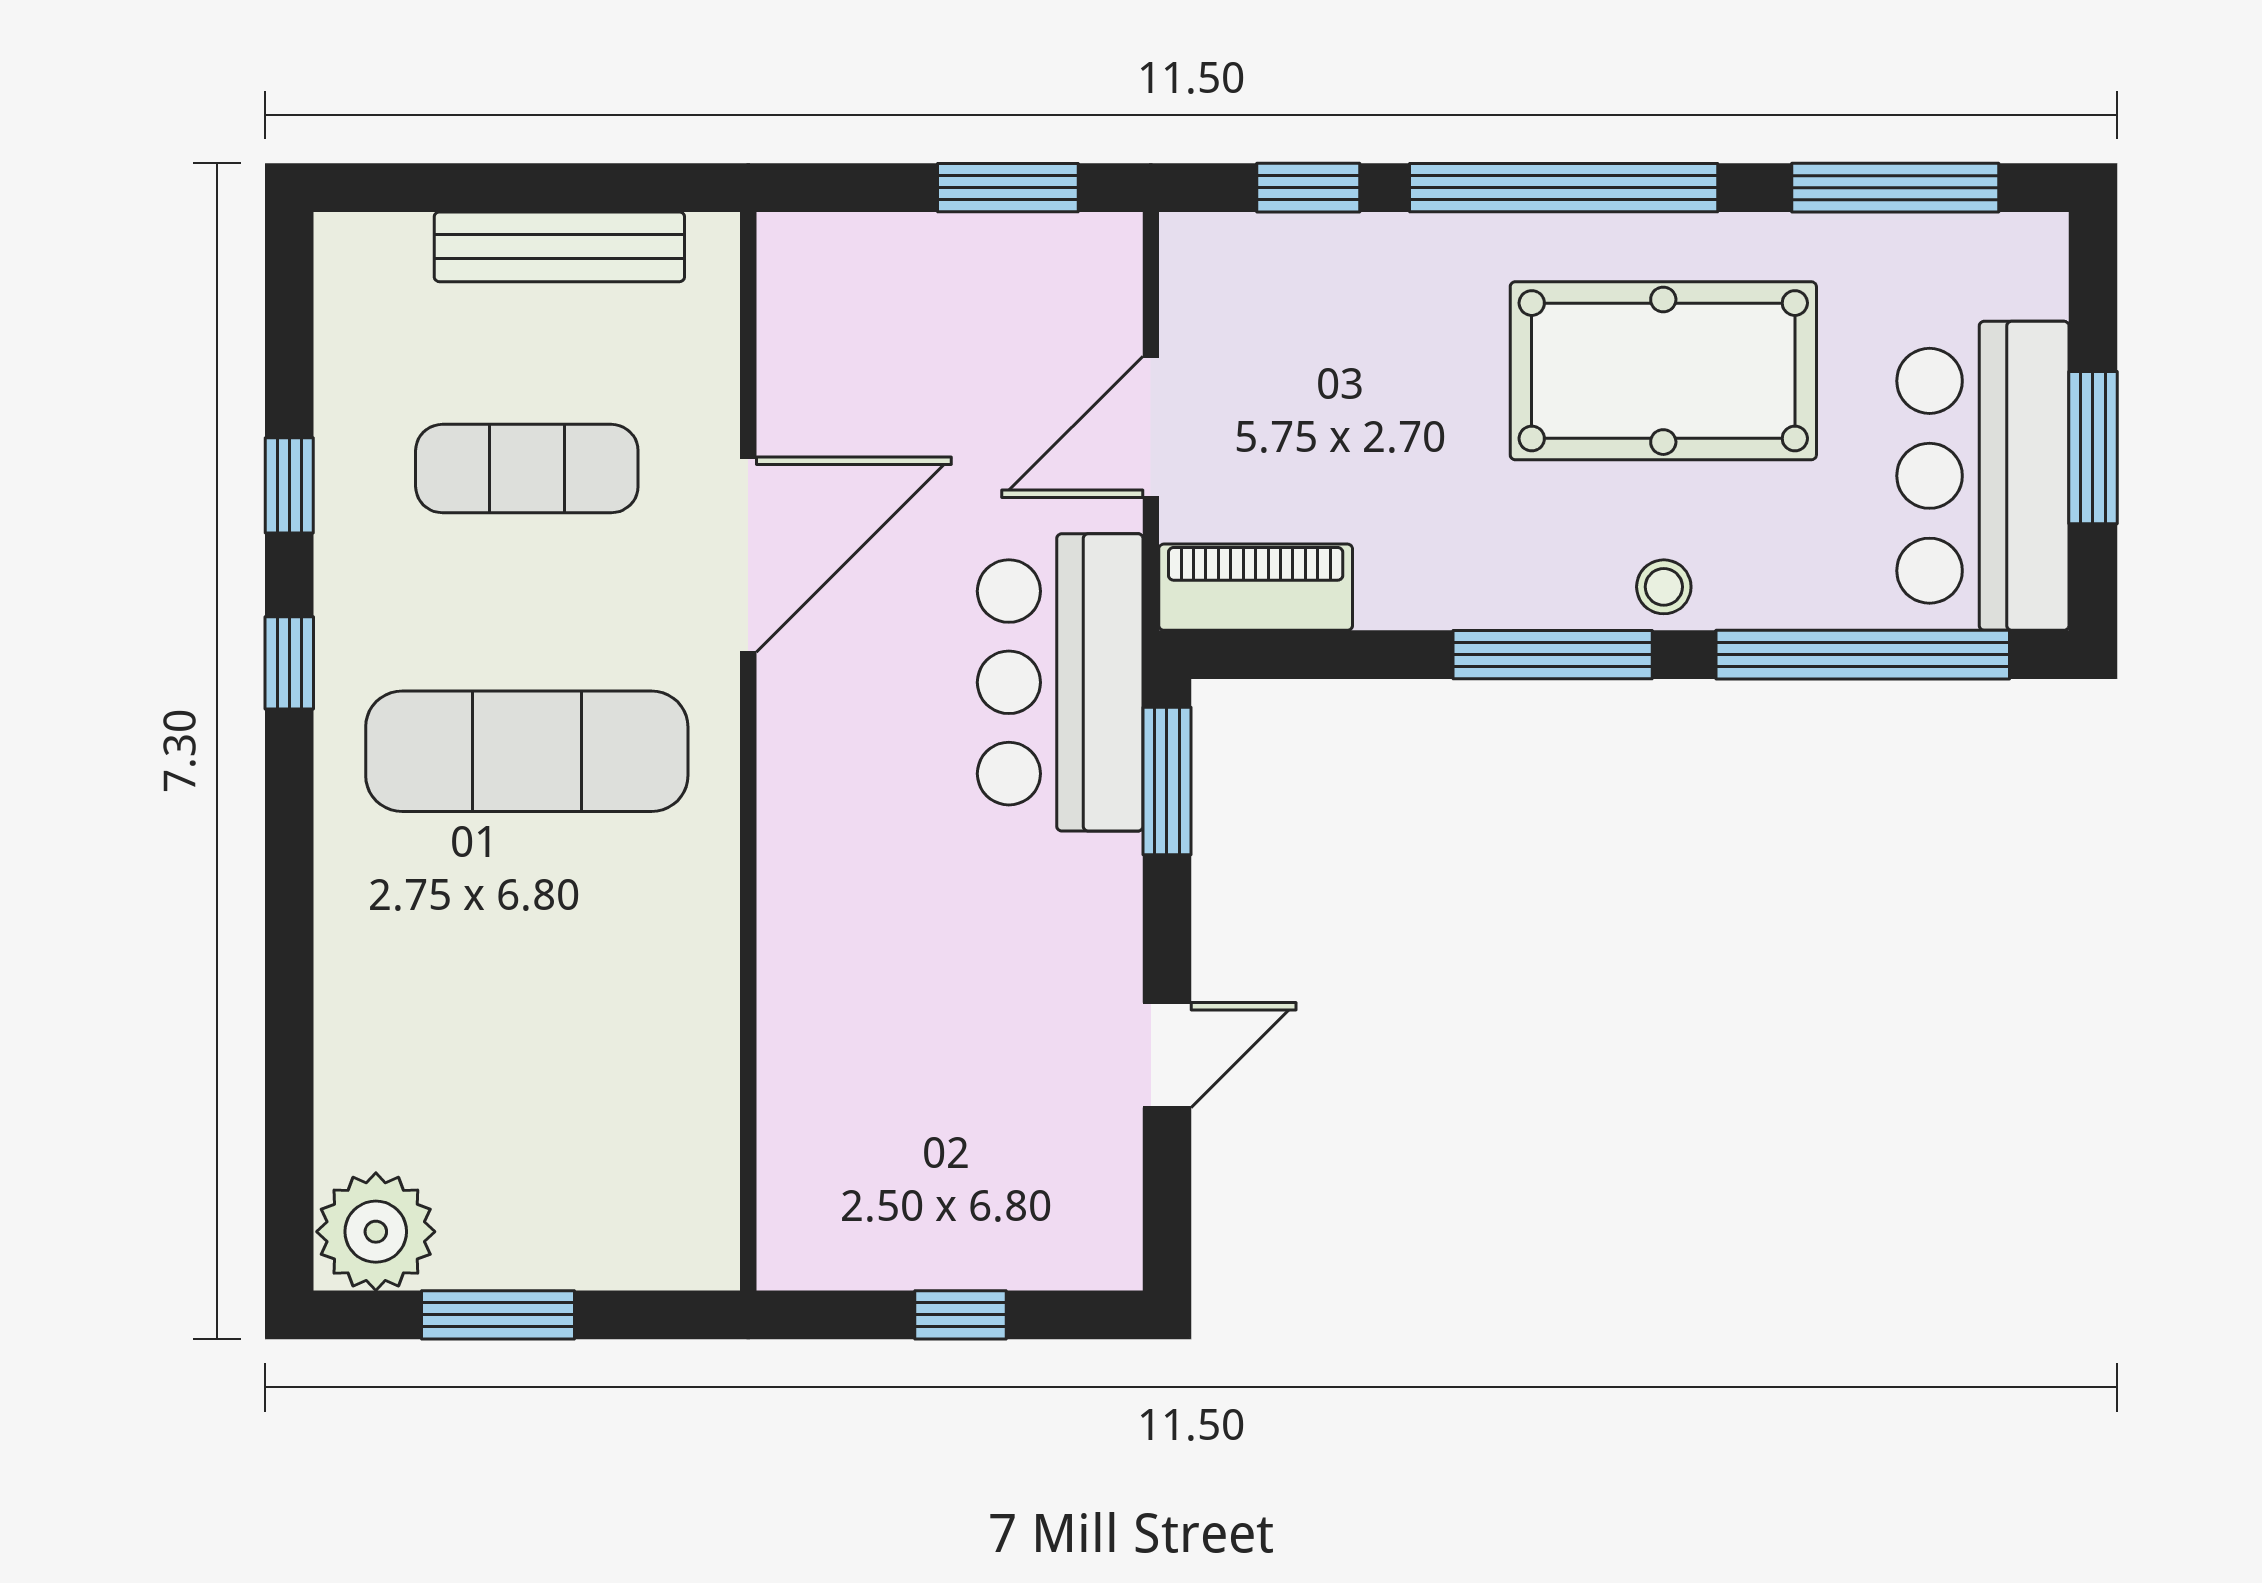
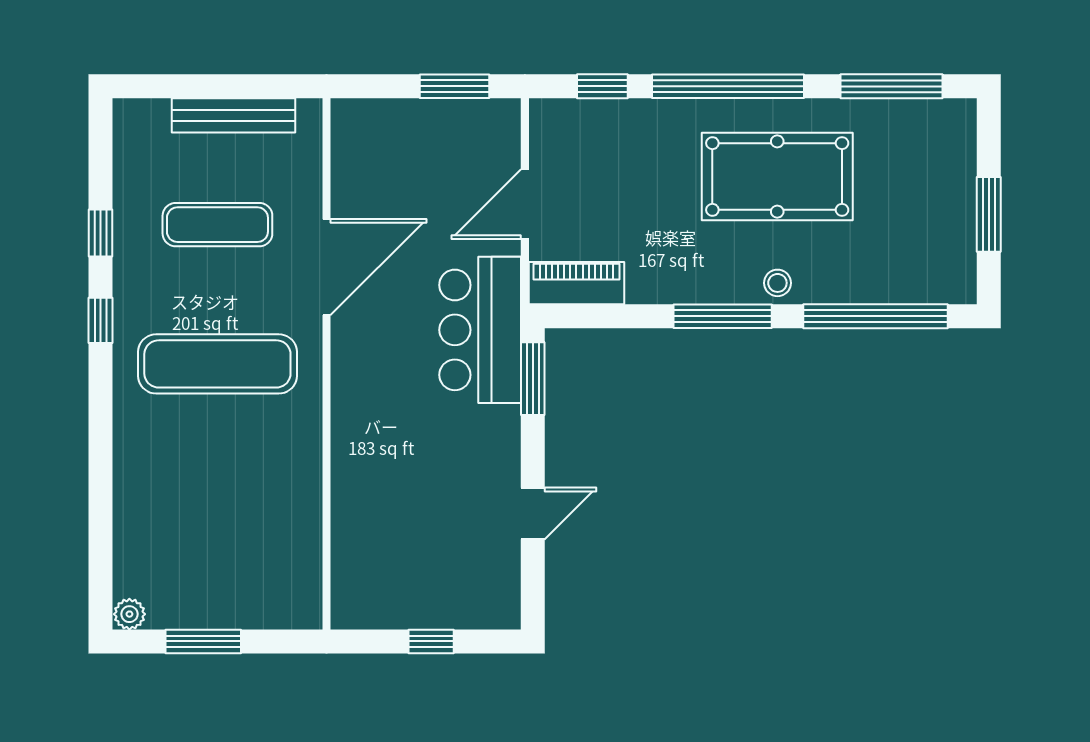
bar counter: (1983, 476) -> (935, 228), removed
plant: (376, 1232) -> (129, 614), width x0.53, depth x0.53

